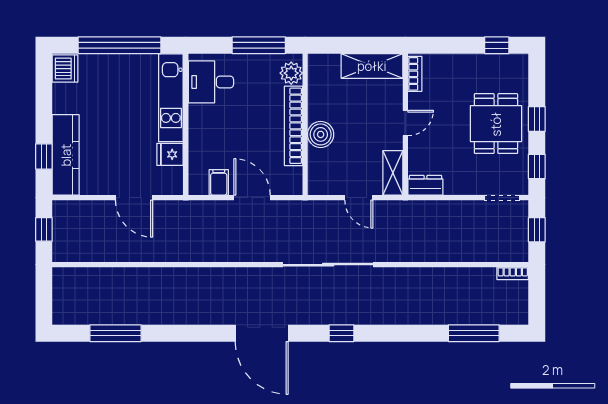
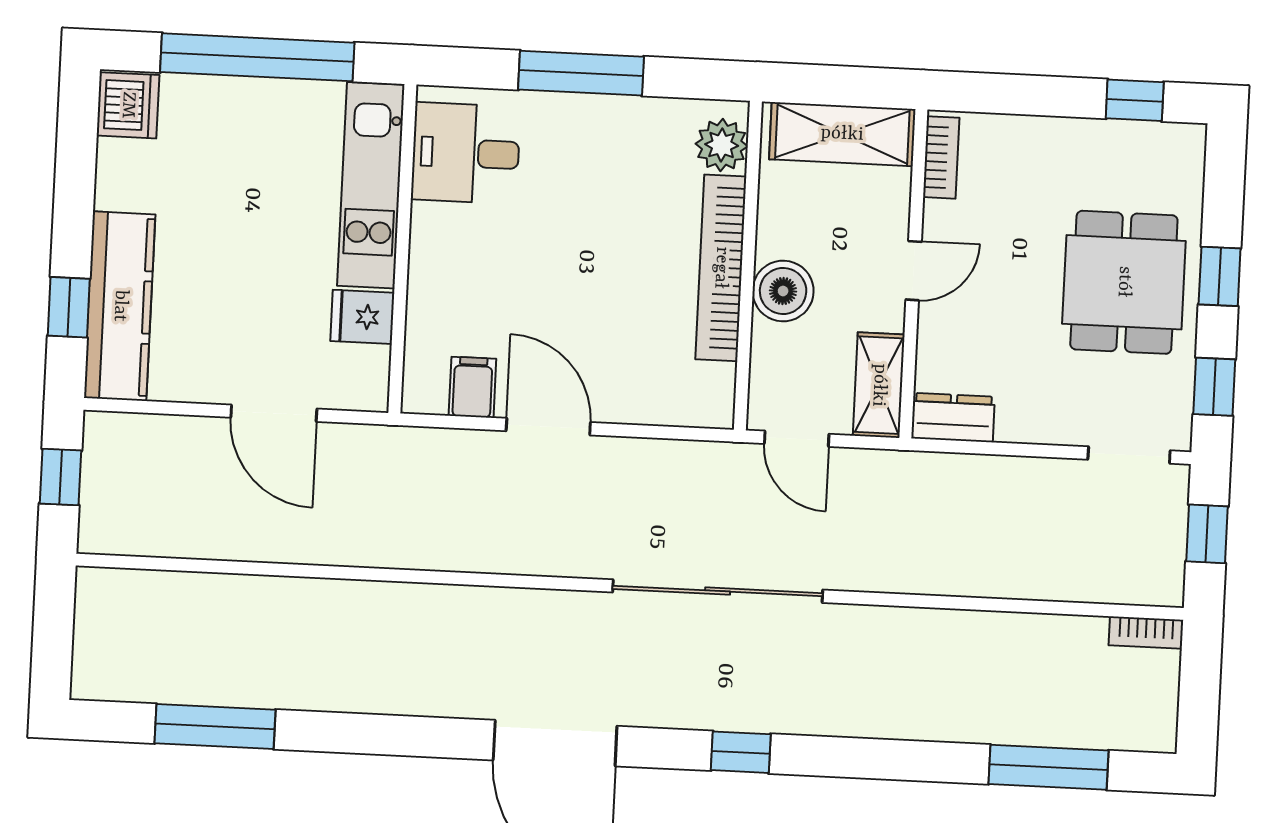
plant: (291, 73) -> (722, 145), moved
wall: (305, 124) -> (748, 266), moved
bookcase: (293, 126) -> (721, 268), moved
boiler: (321, 134) -> (783, 291), moved

